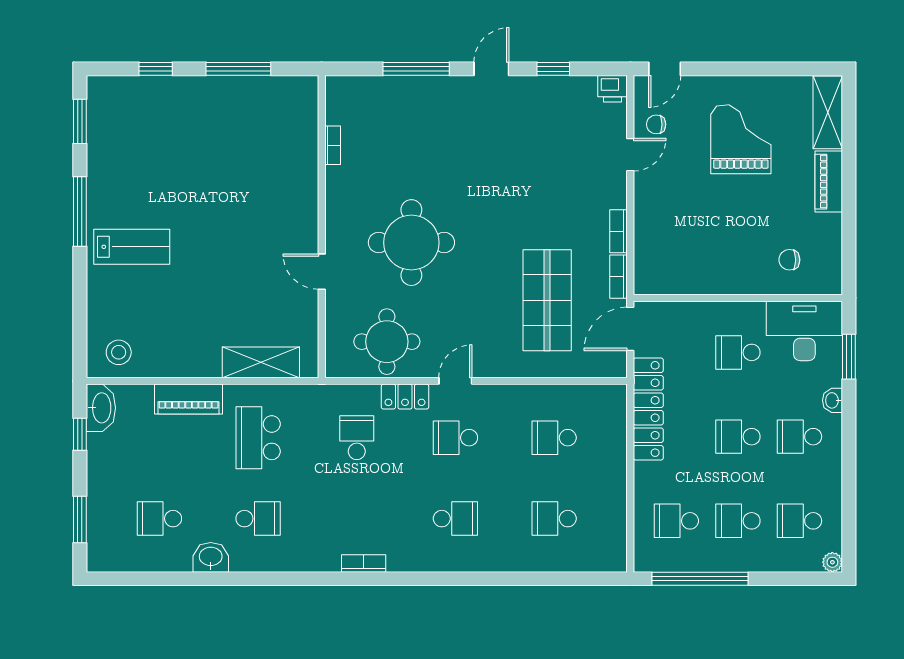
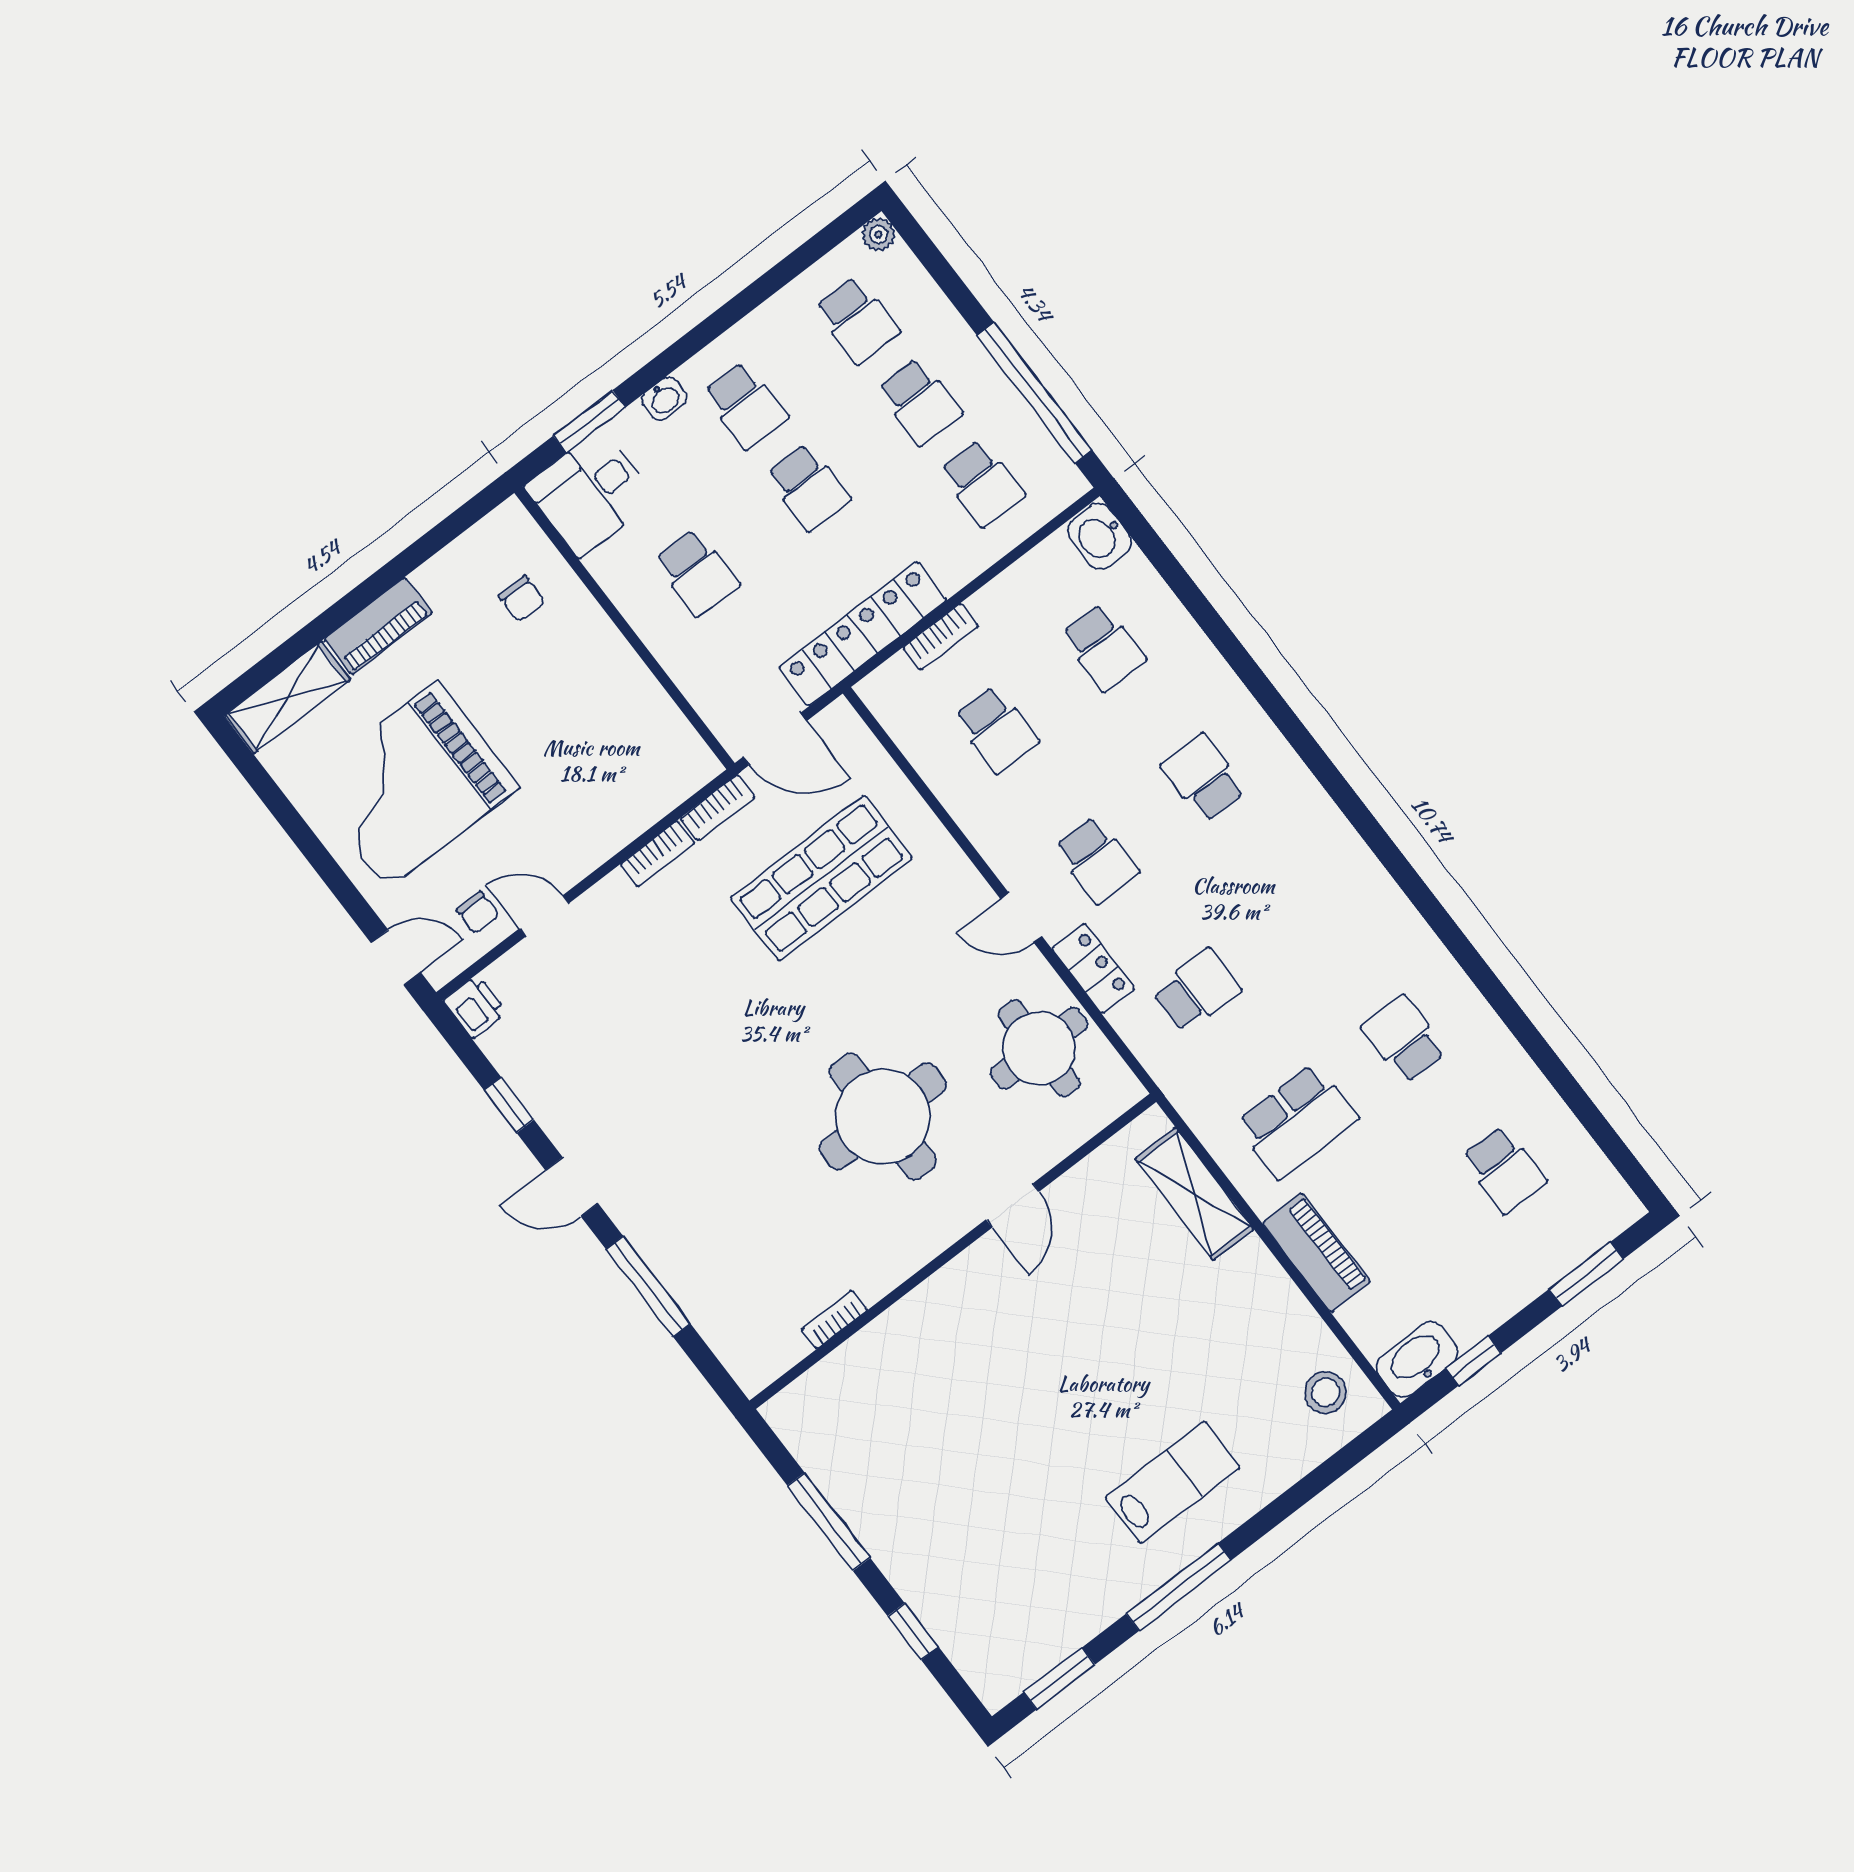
grand piano: (741, 139) -> (411, 785), width x1.37, depth x1.48
lab bench: (132, 247) -> (1173, 1482), turned 90
desk: (804, 331) -> (590, 493), width x0.73
school desk: (357, 438) -> (1197, 991), turned 180
washbasin: (211, 557) -> (1100, 536), moved
bookcase: (364, 563) -> (941, 637), moved, turned -90

